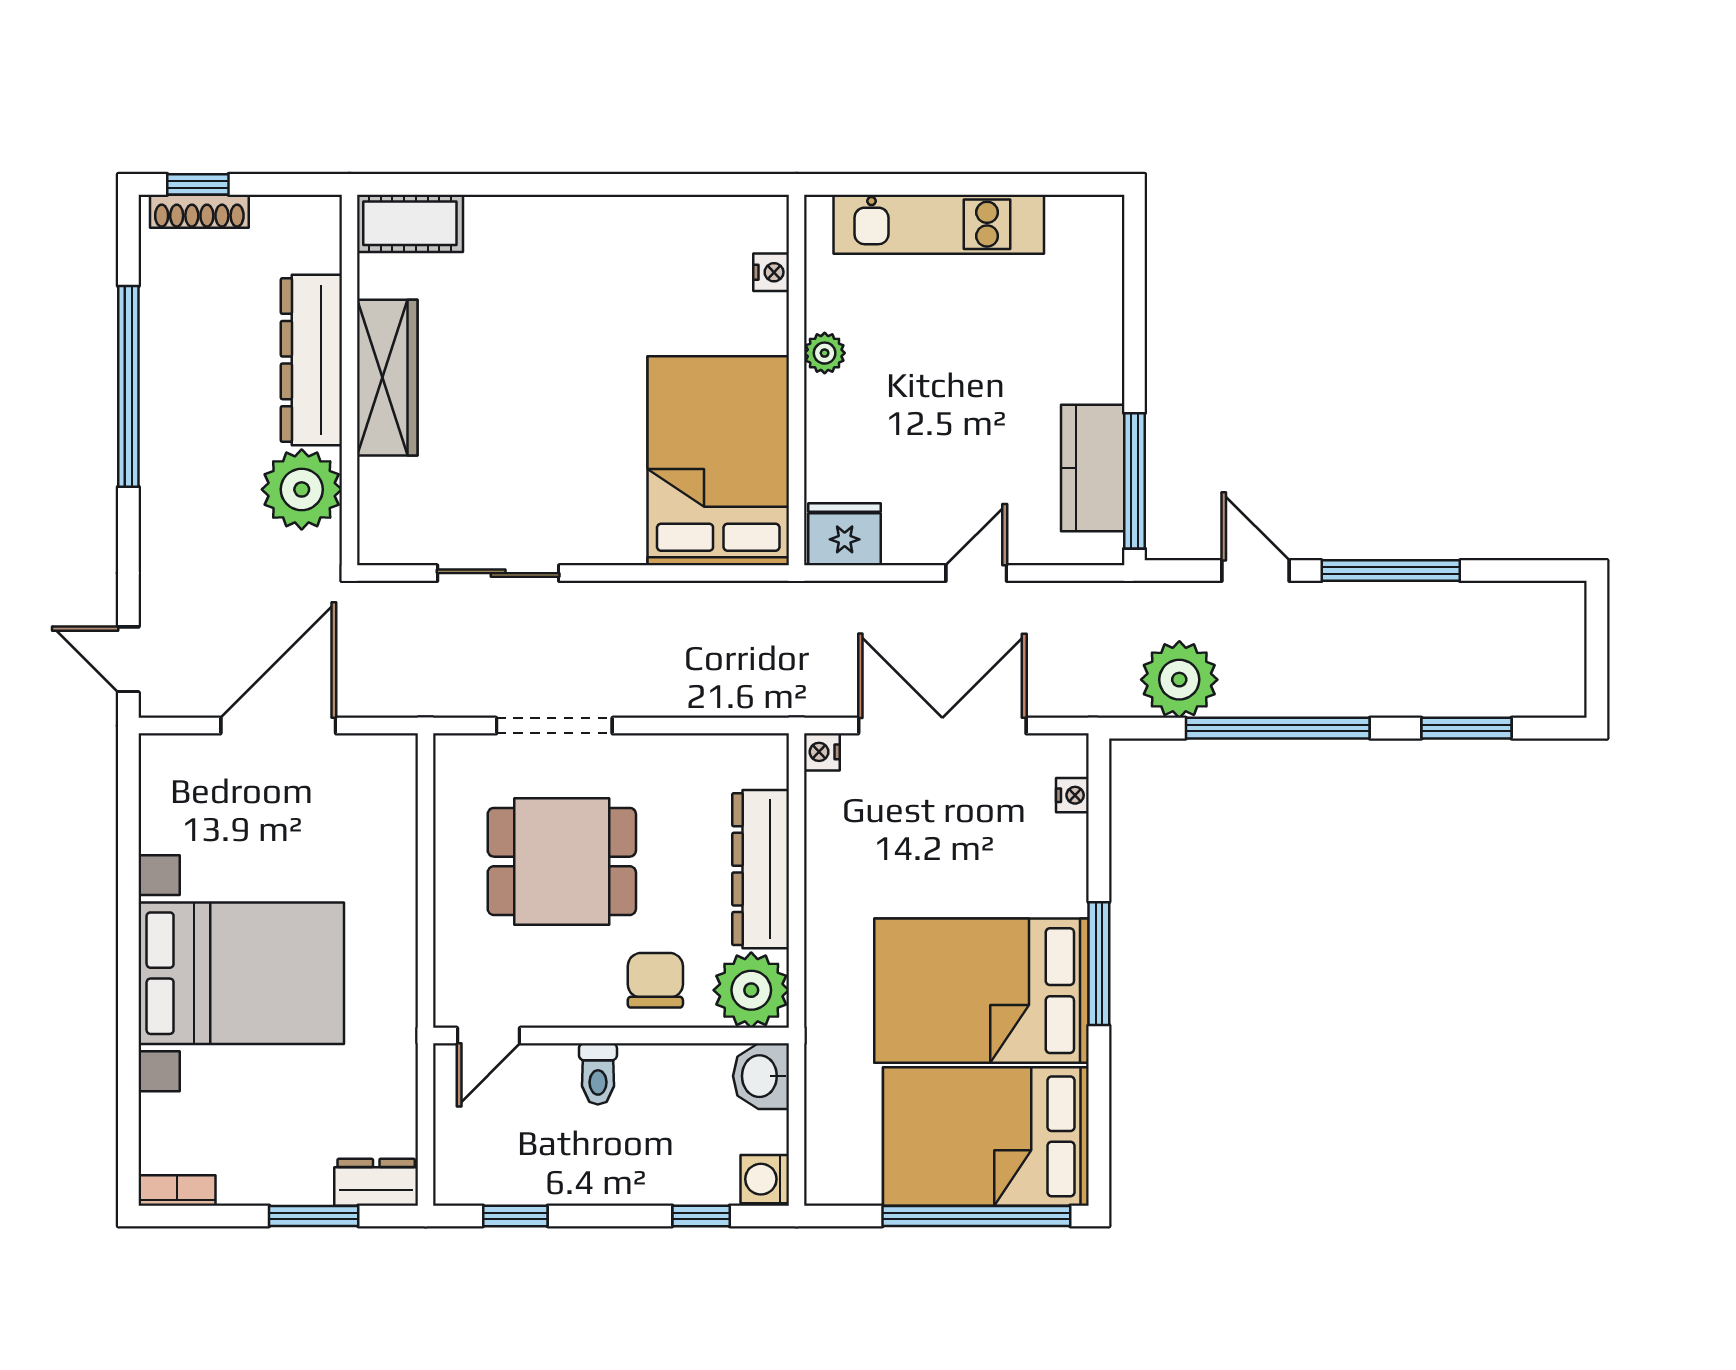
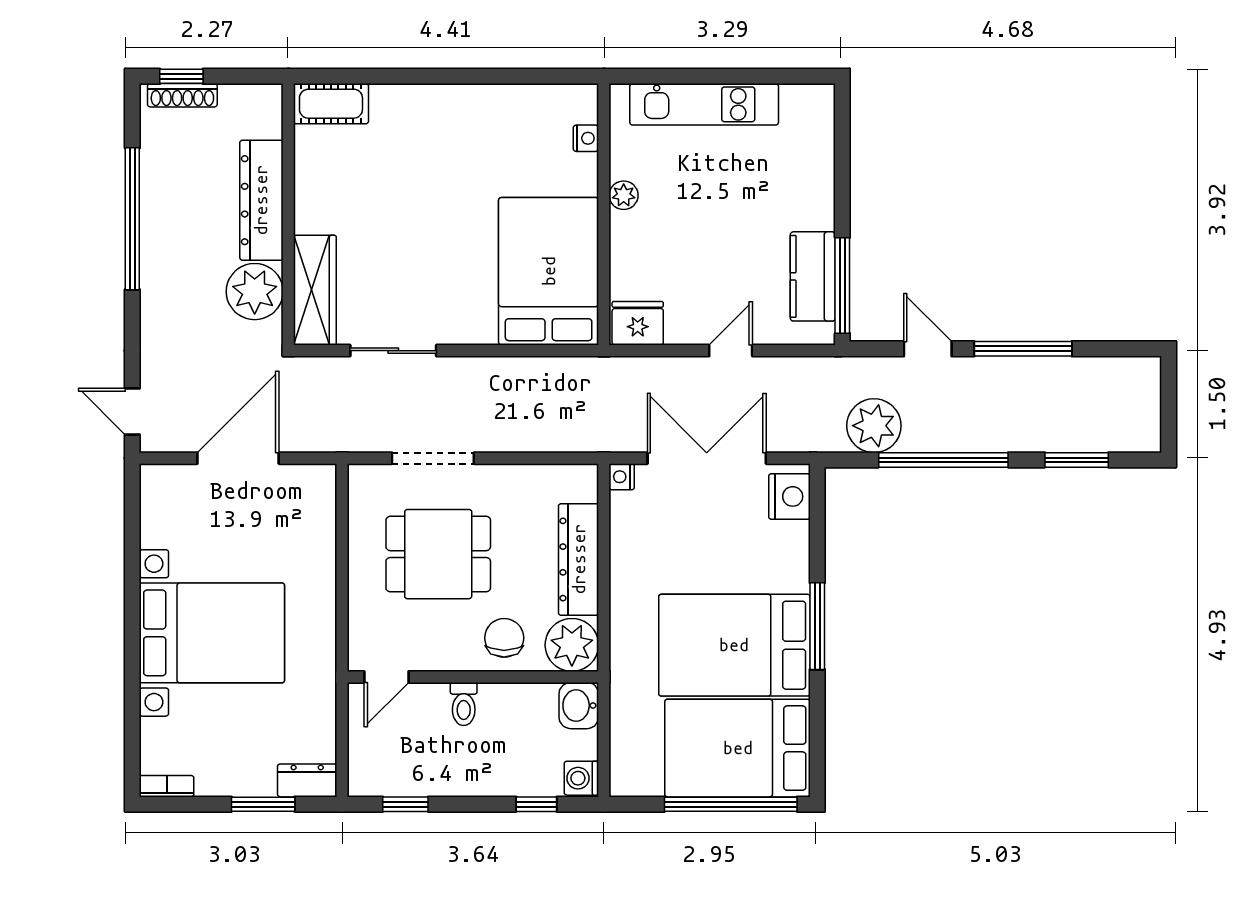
wardrobe: (387, 378) -> (315, 290), moved
nightstand: (1072, 795) -> (789, 496), width x1.89, depth x1.79

